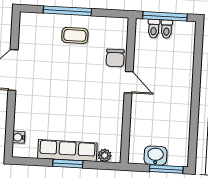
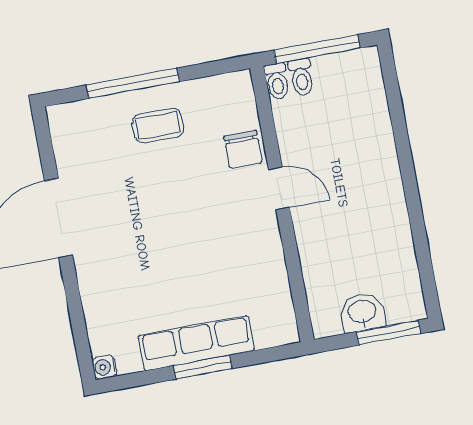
toilet: (166, 29) -> (277, 81), moved
water cooler: (19, 137) -> (104, 367), moved
plant: (105, 155) -> (268, 335), removed

